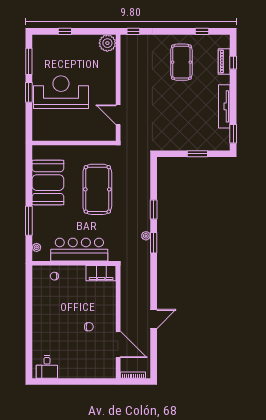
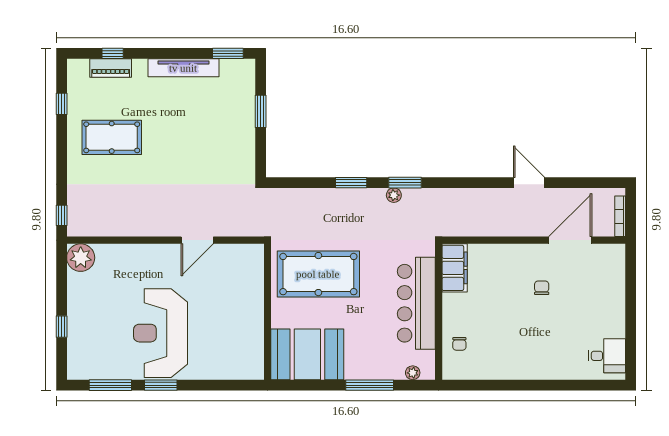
wall: (74, 143) -> (267, 312), moved

